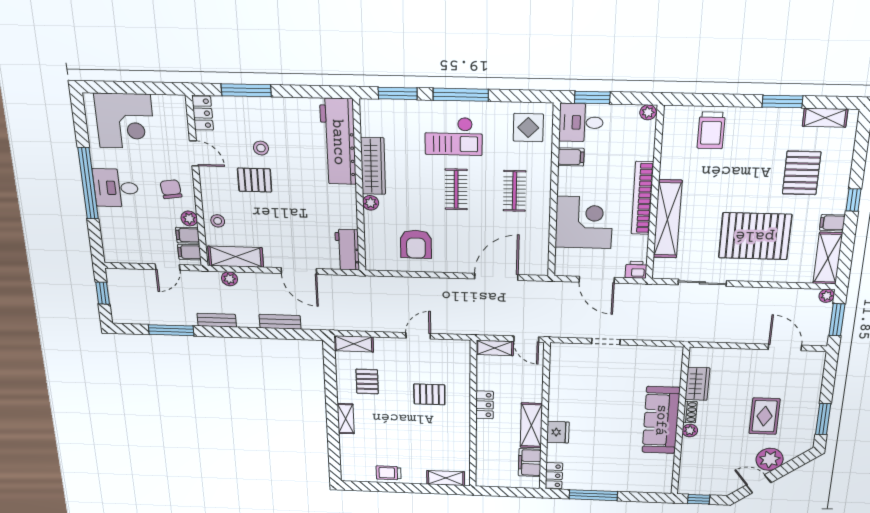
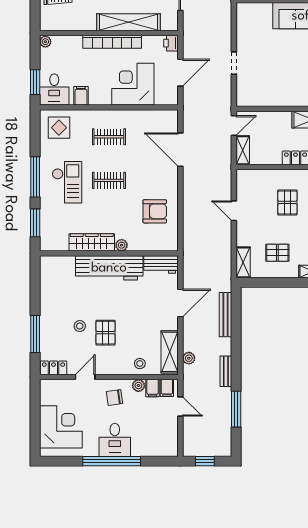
workbench: (338, 142) -> (109, 268), moved
bench: (280, 322) -> (226, 315), width x1.36

